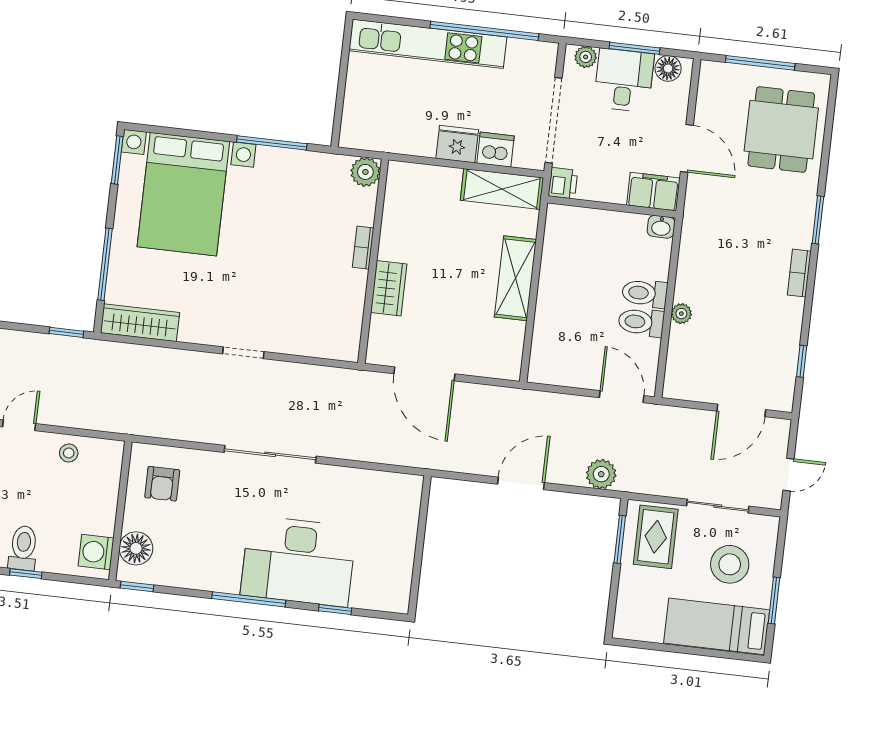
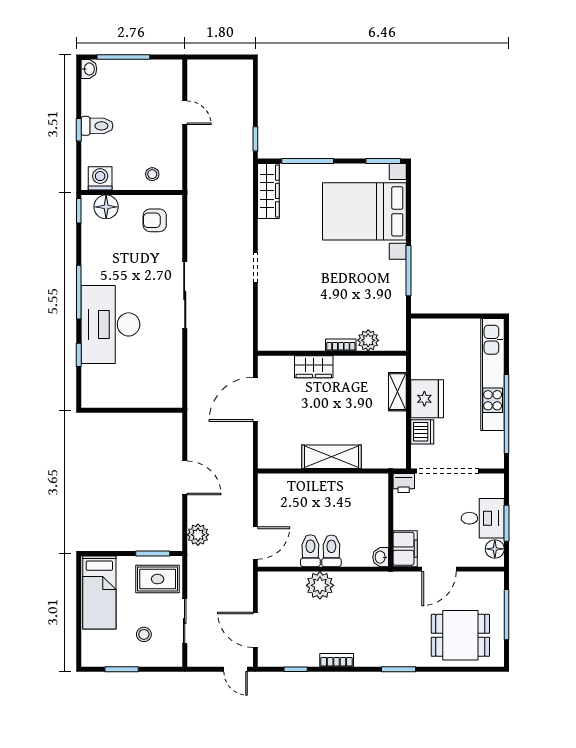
plant: (586, 57) -> (496, 489), removed
fridge: (457, 144) -> (427, 399), width x1.36, depth x1.34
plant: (365, 172) -> (368, 340), moved
shelving: (502, 189) -> (397, 392), moved, width x0.67, depth x0.75
bookcase: (799, 273) -> (337, 660), moved
plant: (681, 314) -> (320, 585), width x1.88, depth x1.88
stool: (69, 453) -> (152, 174), moved
door: (788, 475) -> (236, 669), moved
stool: (730, 564) -> (144, 634), width x0.53, depth x0.53
bed: (717, 626) -> (99, 592), moved, turned 180

